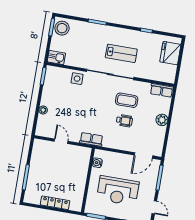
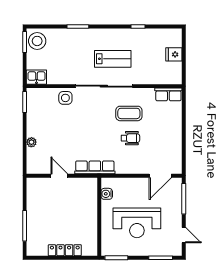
fridge: (170, 53) -> (174, 54), width x0.53, depth x0.75
plant: (162, 120) -> (175, 130), removed
row of seats: (91, 139) -> (95, 167), width x1.48

